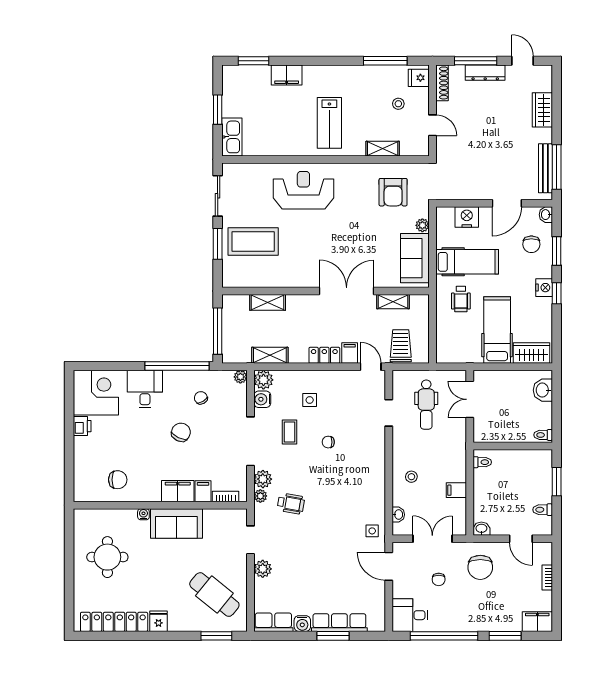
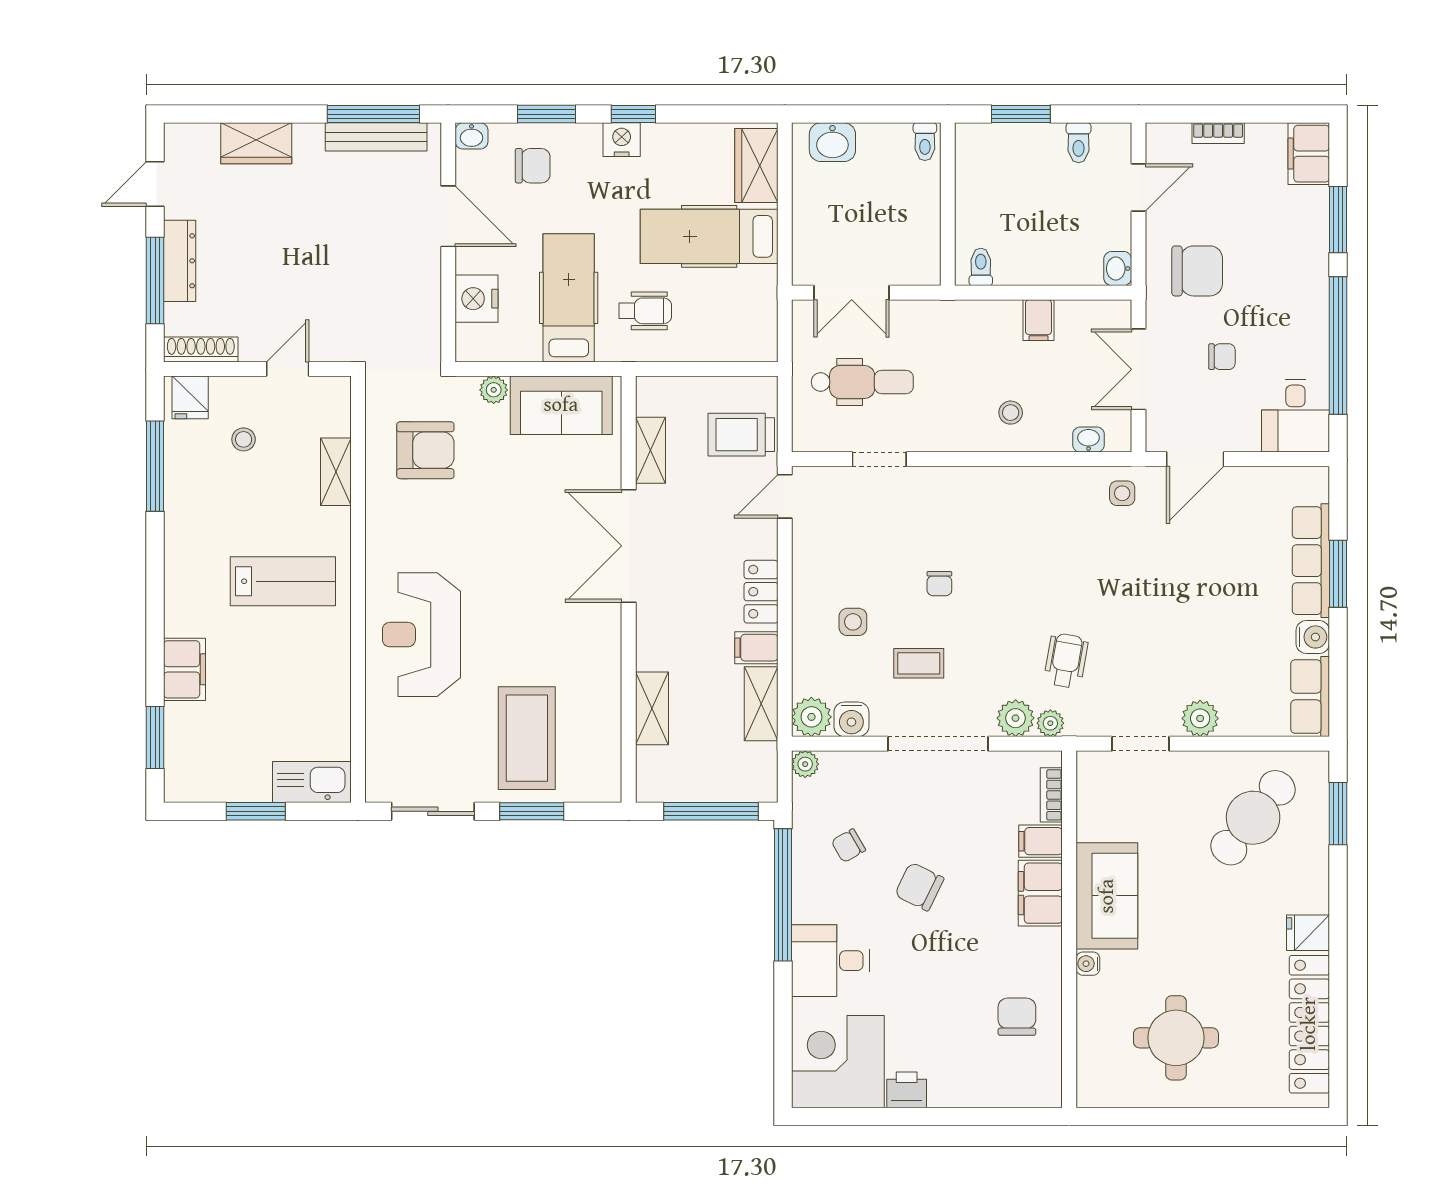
filing cabinet: (350, 353) -> (756, 648), moved

